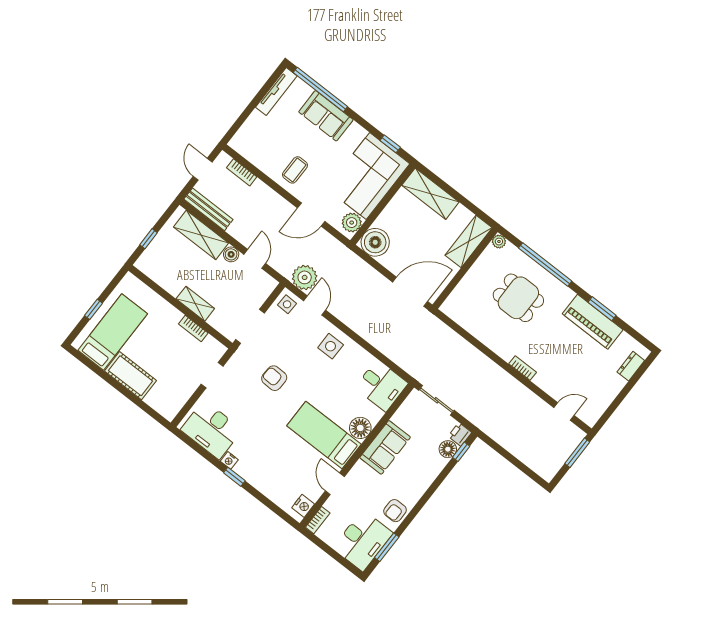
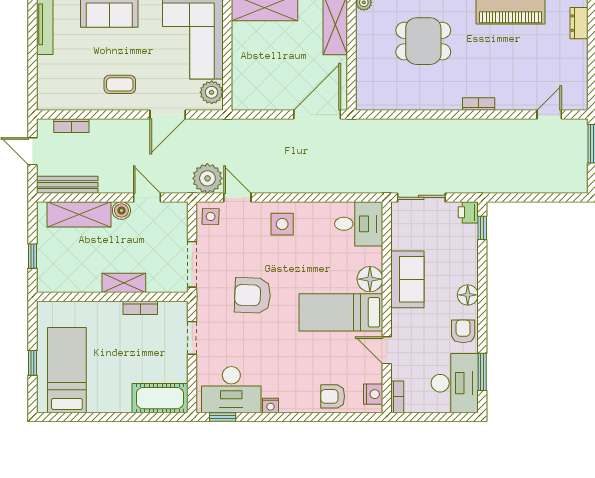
coffee table: (295, 170) -> (120, 84), turned 90
boiler: (375, 242) -> (248, 94), removed
cot: (131, 376) -> (160, 398), moved
armchair: (274, 378) -> (253, 295), width x1.38, depth x1.38
floor lamp: (448, 449) -> (468, 295), moved
window: (234, 477) -> (223, 417), moved
armchair: (275, 486) -> (333, 396), added
armchair: (395, 511) -> (463, 331), turned 180

